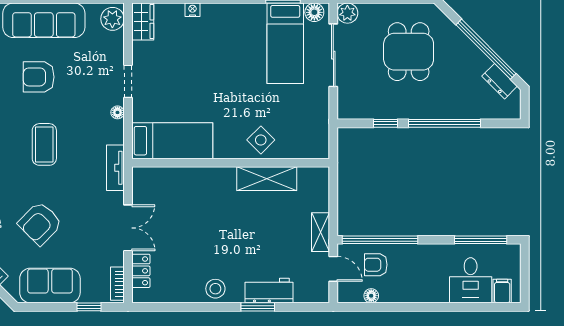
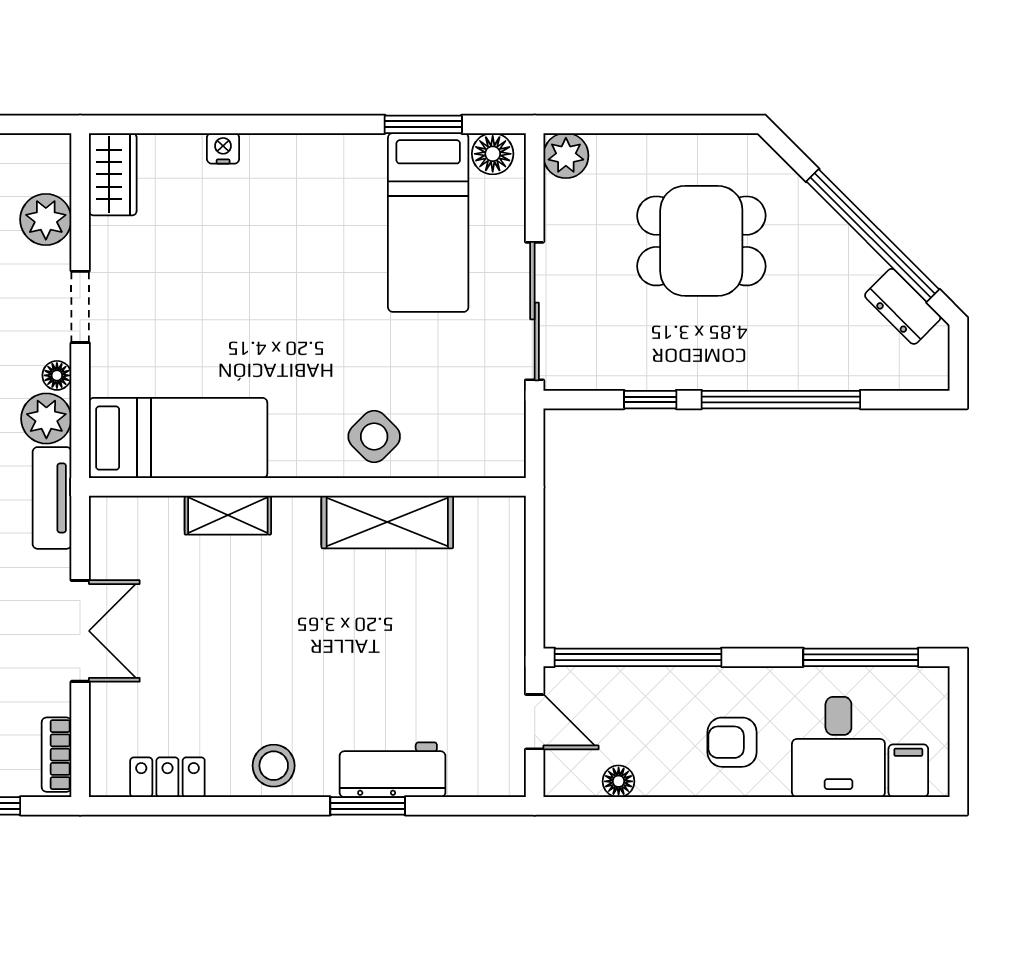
plant: (112, 19) -> (46, 219), moved
dining table: (409, 52) -> (701, 241), turned 90
sliding door: (333, 55) -> (535, 311), moved
plant: (113, 132) -> (46, 419), added
shelving: (321, 232) -> (228, 515), moved, turned 90
armchair: (376, 265) -> (732, 742), moved
locker: (141, 271) -> (167, 777), moved, turned -90

